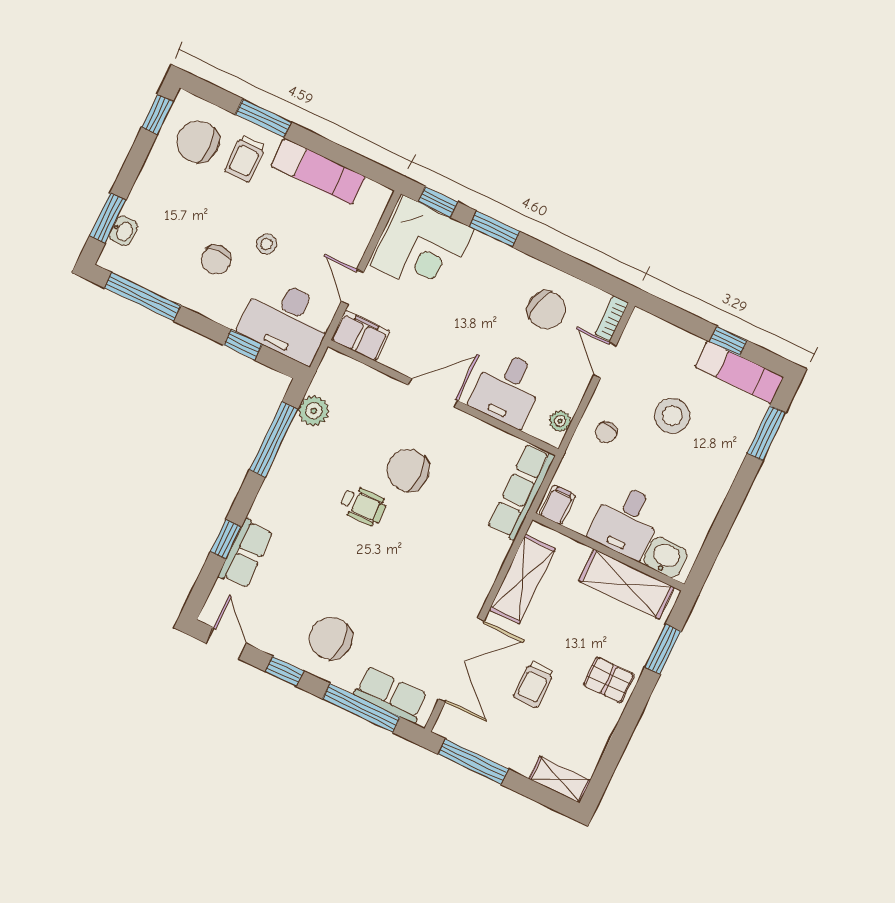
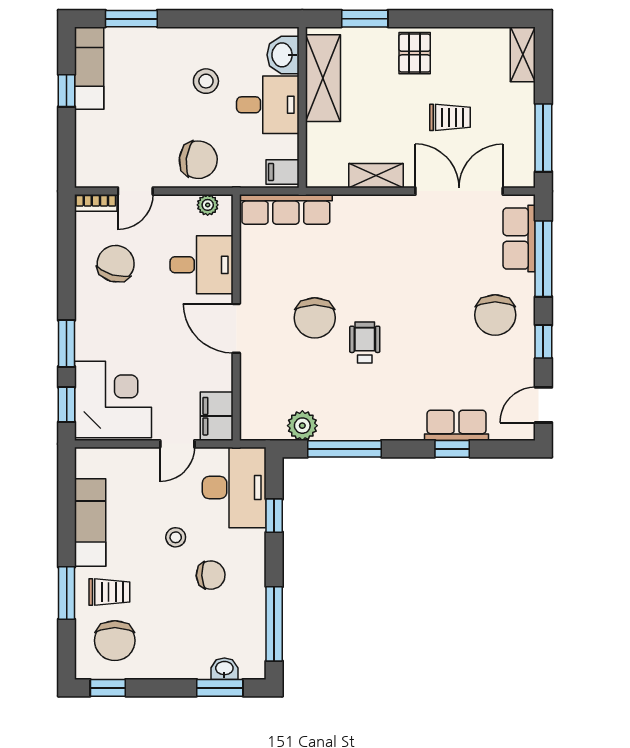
stool: (672, 416) -> (206, 81), moved, width x0.73, depth x0.73
chair: (606, 432) -> (198, 160), width x1.87, depth x1.87
shelving: (522, 579) -> (376, 176), width x0.67, depth x0.75

